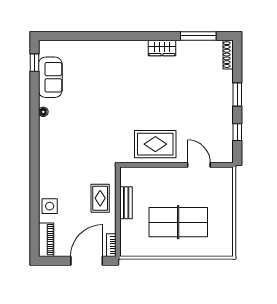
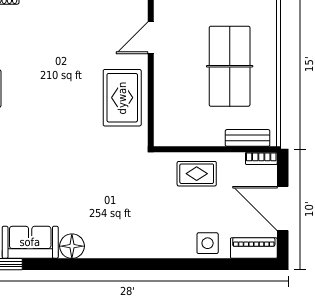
floor lamp: (43, 112) -> (72, 246), width x1.89, depth x1.89
bench: (126, 203) -> (248, 138), moved
door: (87, 261) -> (283, 209), moved

